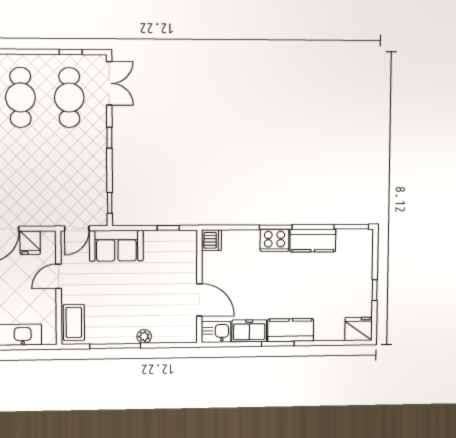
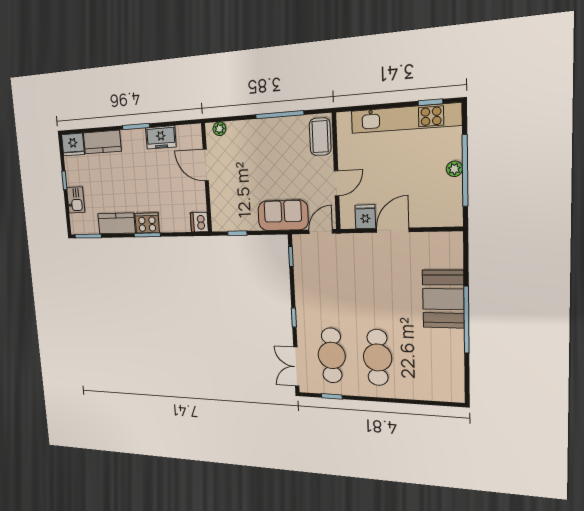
kitchen counter: (291, 330) -> (102, 142), moved
kitchen sink: (216, 332) -> (76, 200), moved, turned -90
plant: (144, 336) -> (219, 129), moved

